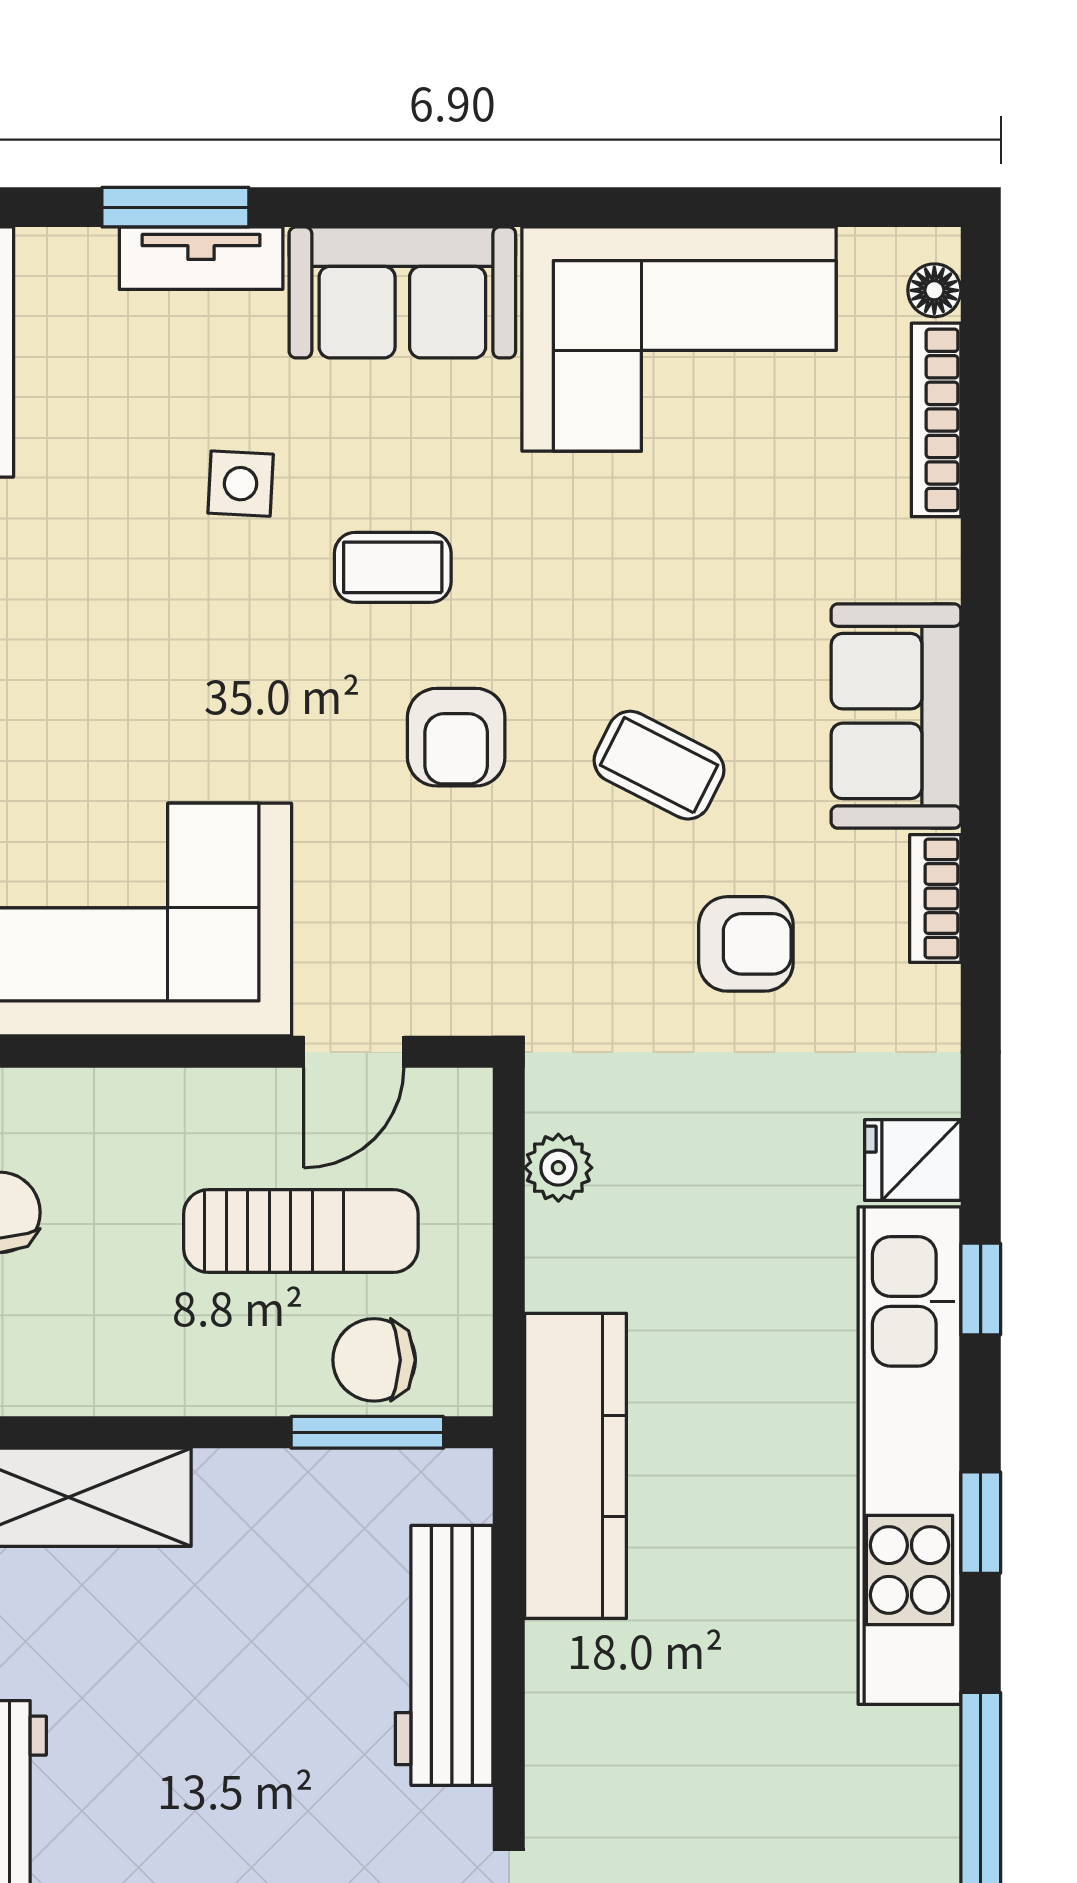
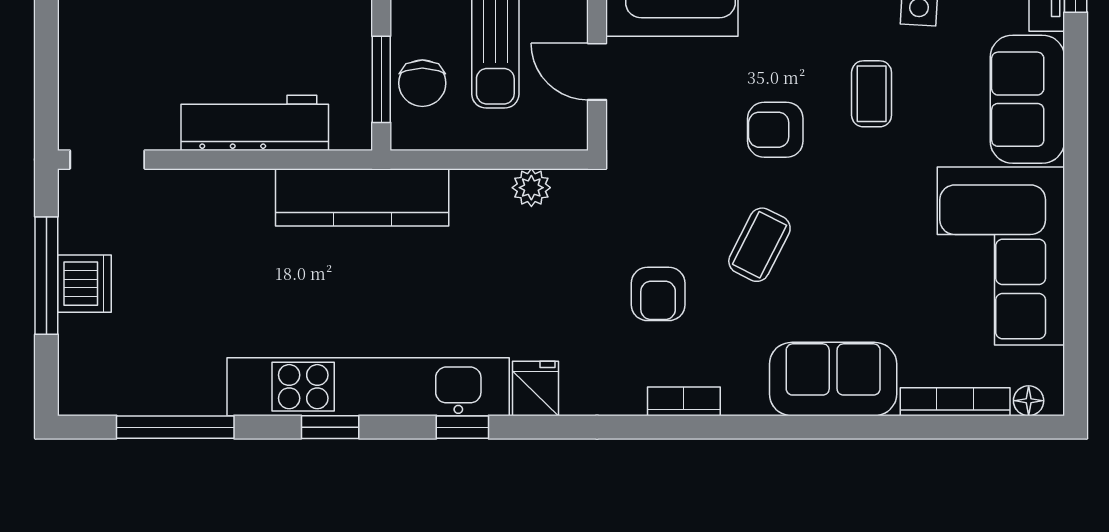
sofa: (896, 716) -> (833, 379), moved
chair: (374, 1360) -> (422, 83), turned 180

